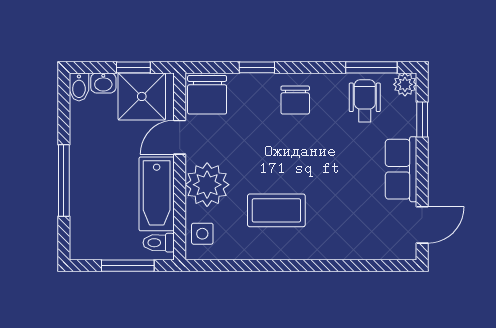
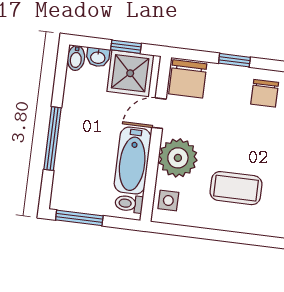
window: (128, 266) -> (79, 218), moved

